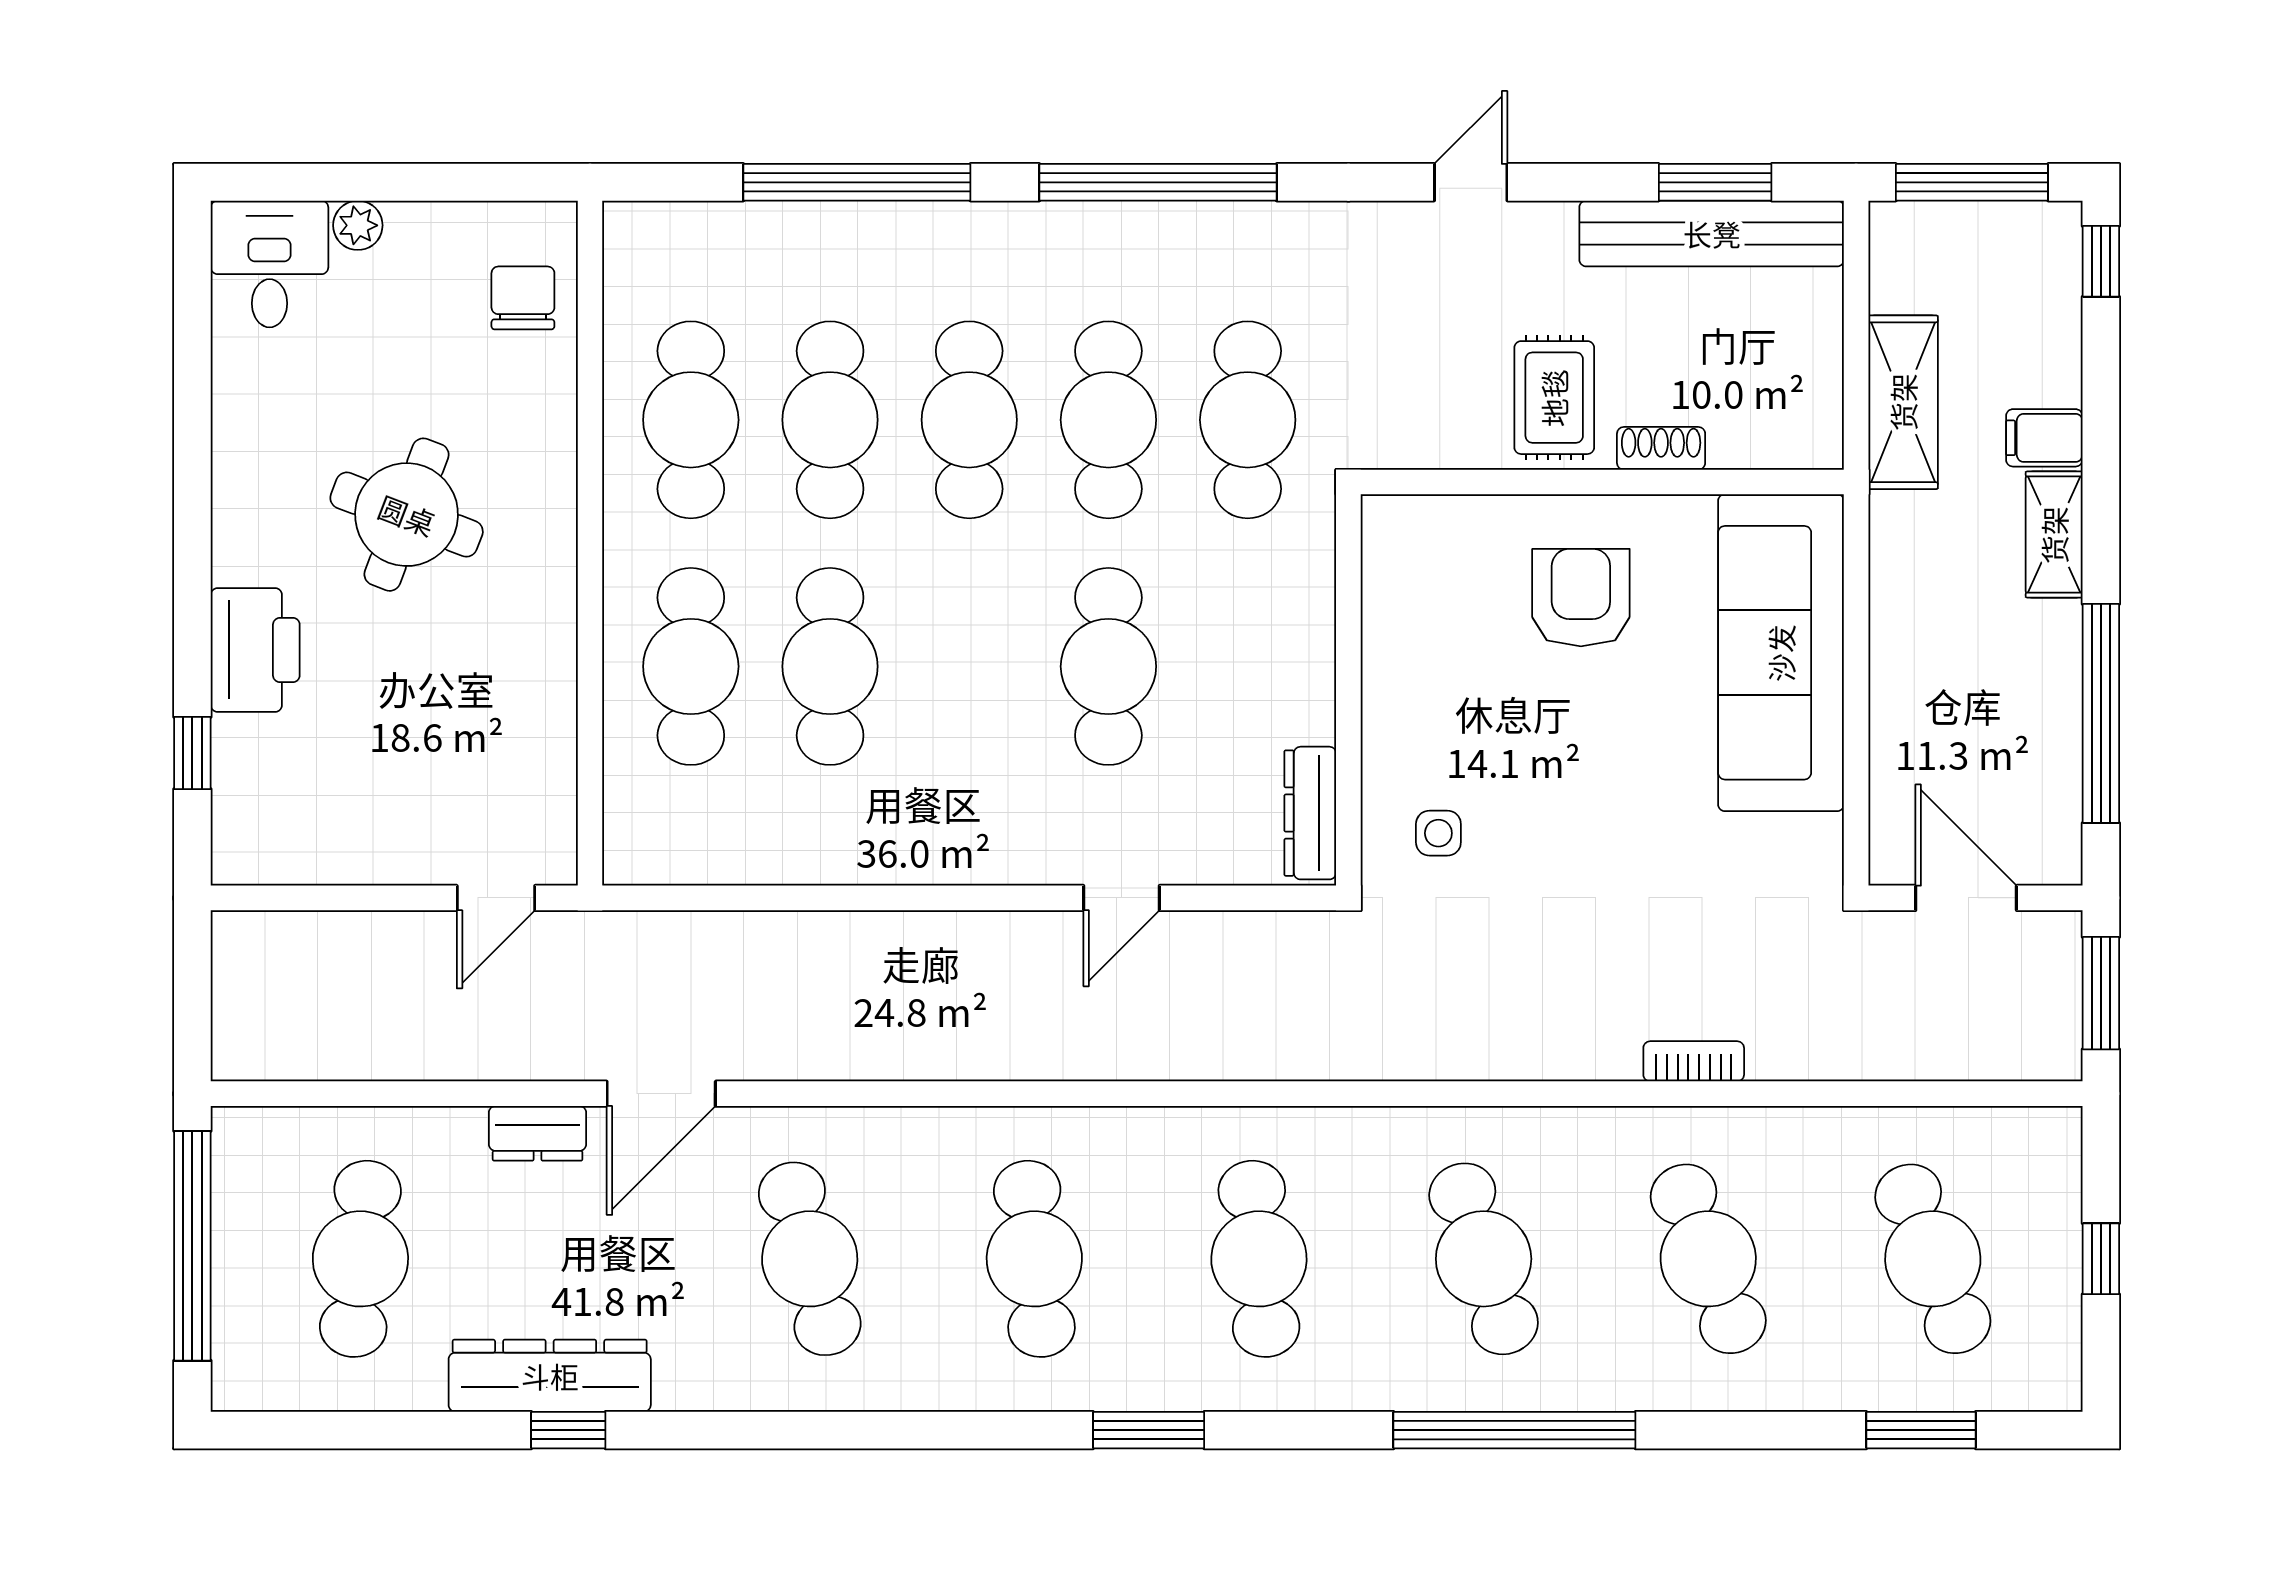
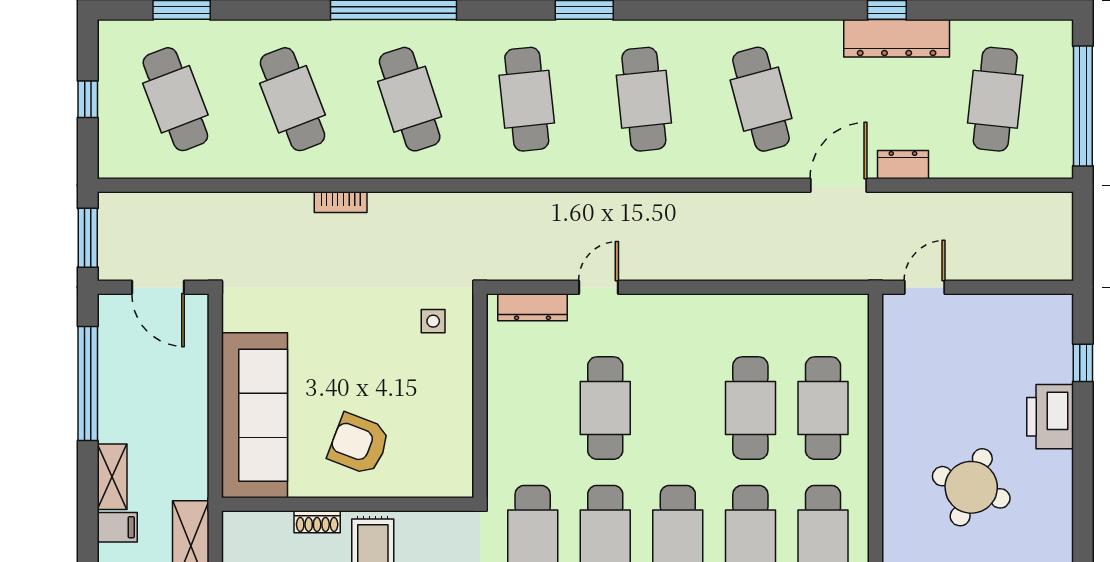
armchair: (1581, 598) -> (359, 444), turned 111
dresser: (1310, 813) -> (532, 307), moved, turned 90
bookcase: (1694, 1061) -> (341, 202), moved

